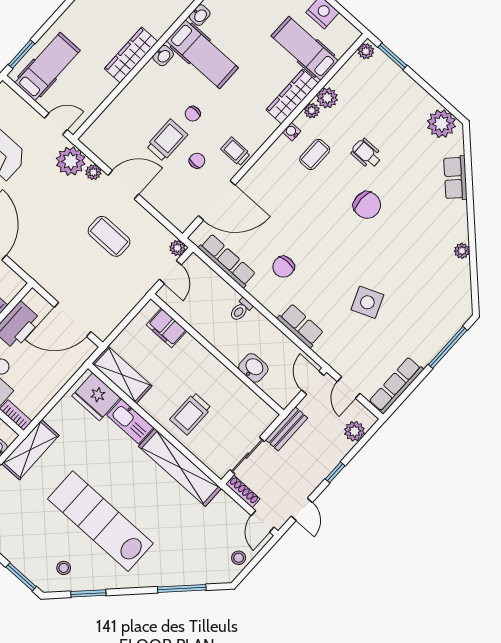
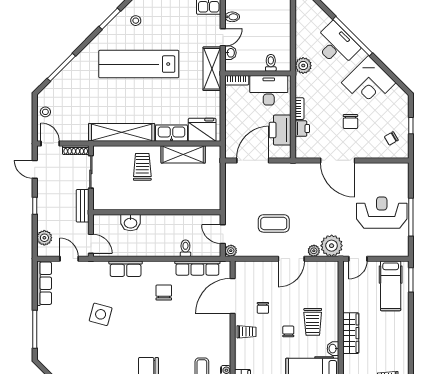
trolley: (167, 140) -> (313, 322), moved
side table: (367, 302) -> (101, 314), turned 37
toilet: (241, 310) -> (185, 248), moved
filing cabinet: (167, 328) -> (197, 202), removed
shelving: (122, 375) -> (183, 154), moved
lab bench: (100, 521) -> (139, 64), turned 180

